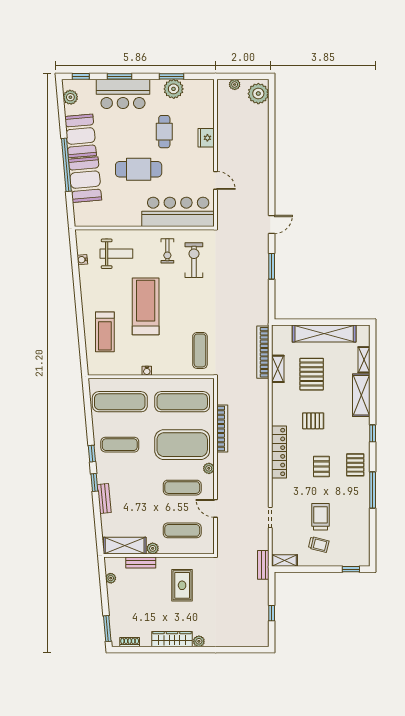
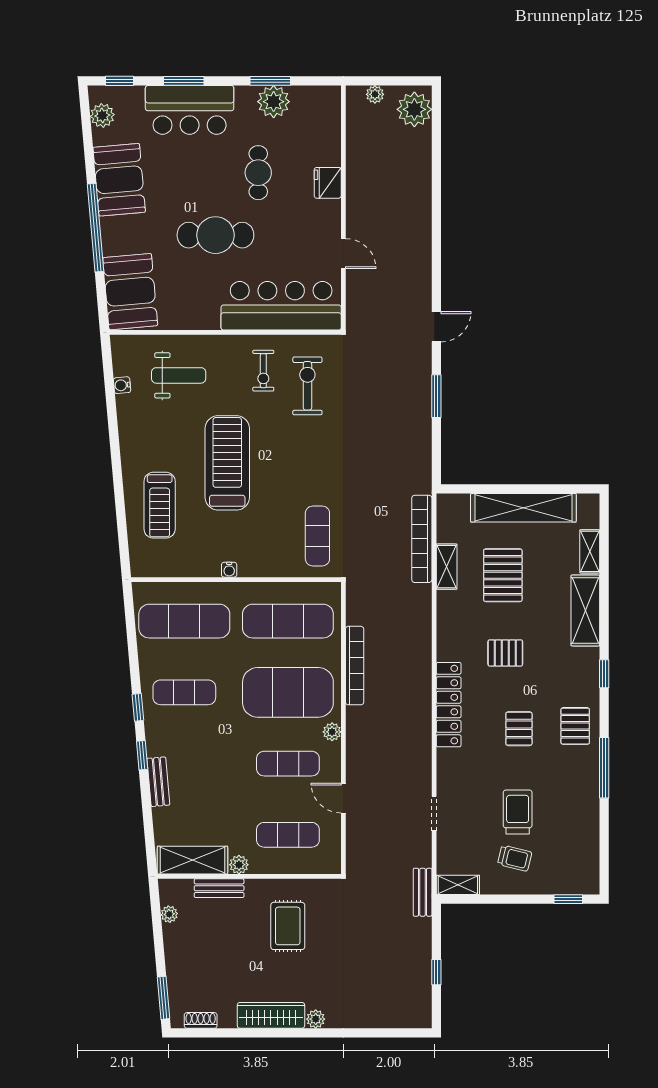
booth: (85, 180) -> (130, 292), moved

